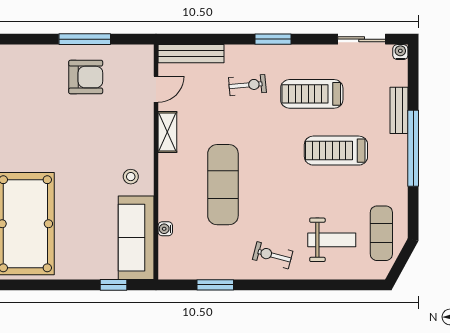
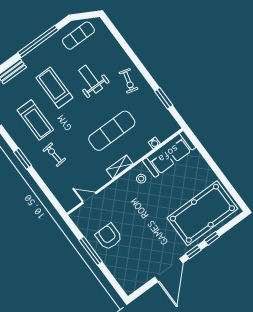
bench: (191, 54) -> (59, 194), removed
shelving: (167, 132) -> (120, 167), moved
window: (413, 148) -> (38, 41), moved
treadmill: (336, 151) -> (54, 88), turned 180
weight bench: (332, 240) -> (91, 79), moved
window: (113, 285) -> (200, 148), removed

